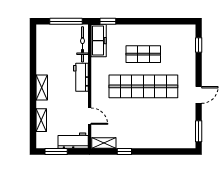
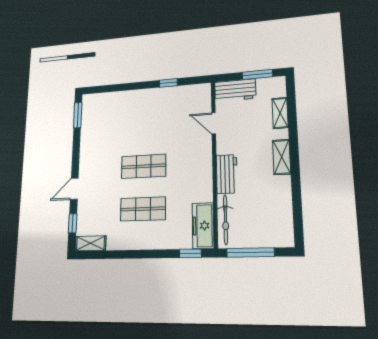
shop shelf: (143, 86) -> (144, 166), width x0.50, depth x0.74
door: (199, 95) -> (74, 189), moved
shelving: (104, 143) -> (90, 243), moved

